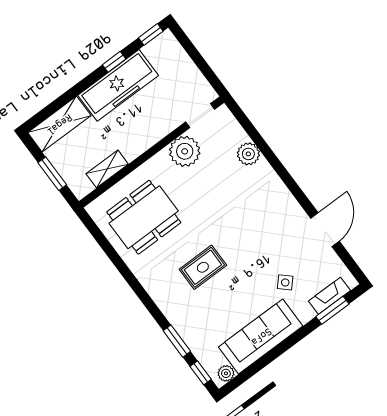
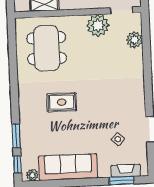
plant: (248, 154) -> (134, 40), moved
dining table: (144, 217) -> (47, 48), turned 90
side table: (285, 282) -> (118, 139), moved

